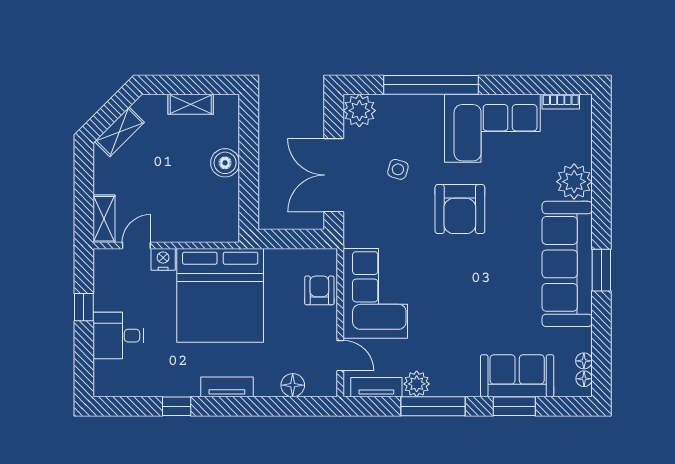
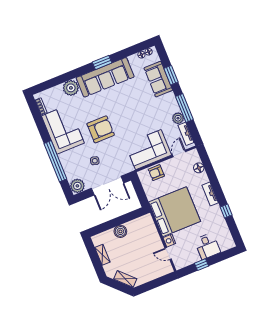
shelving: (104, 219) -> (163, 271), removed

